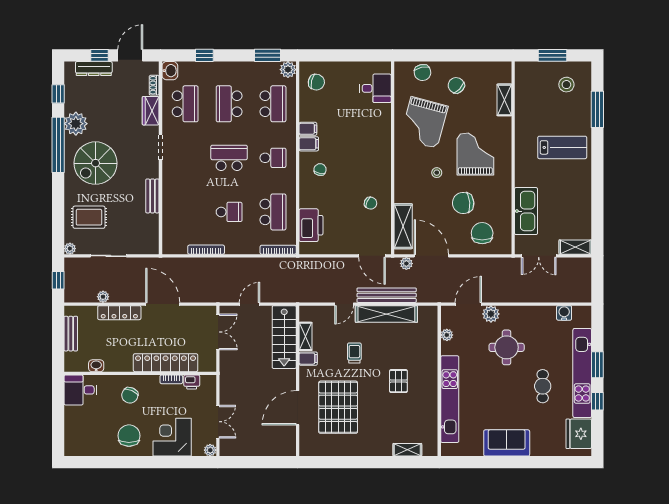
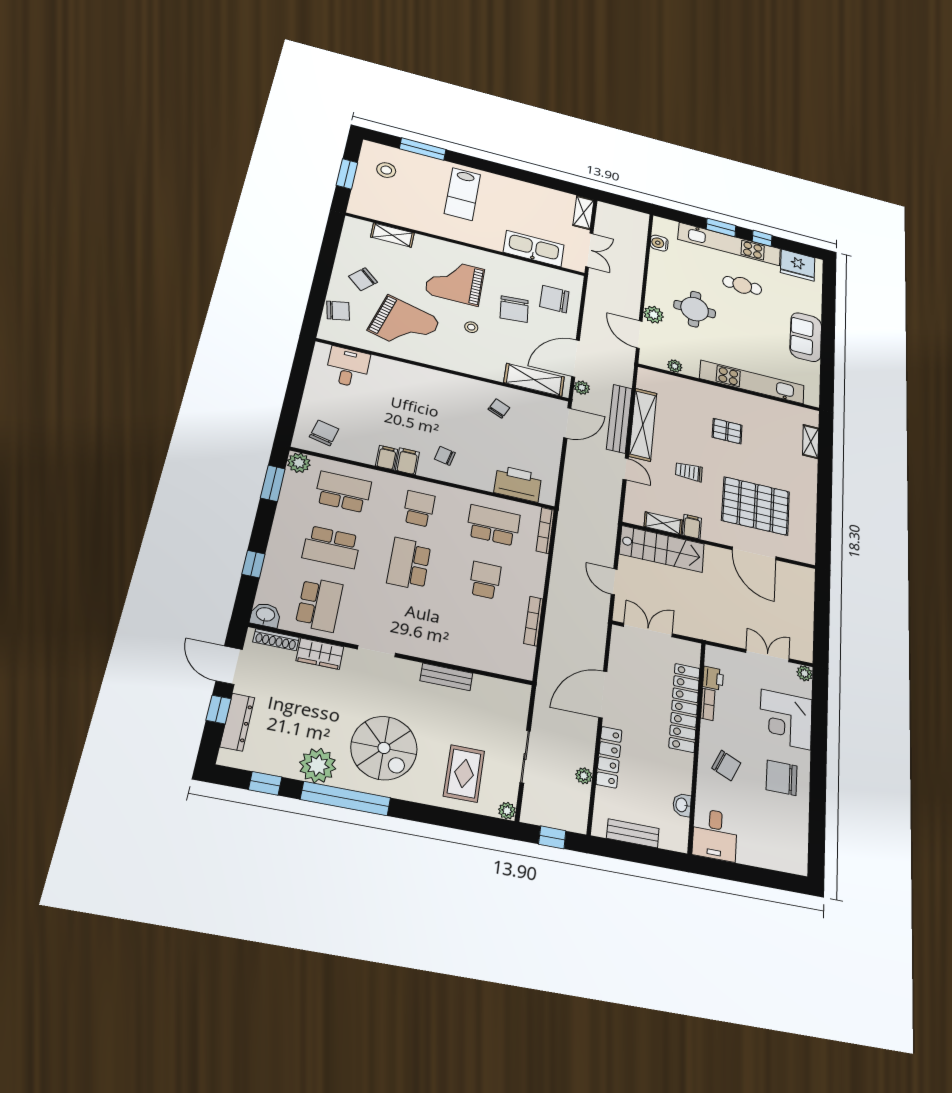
shoe rack: (154, 85) -> (276, 640), width x1.43
school desk: (185, 104) -> (319, 605), turned 90
lab bench: (562, 147) -> (462, 194), turned 180

